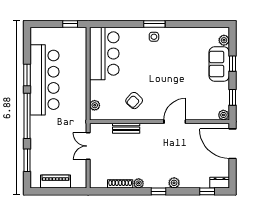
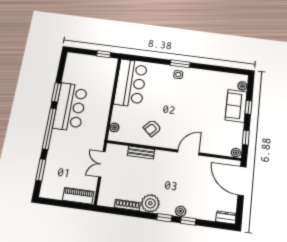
bar counter: (45, 80) -> (70, 107), width x0.73
piano: (56, 182) -> (78, 196), moved
plant: (139, 183) -> (150, 203), width x1.87, depth x1.87
window: (207, 191) -> (188, 221), moved

